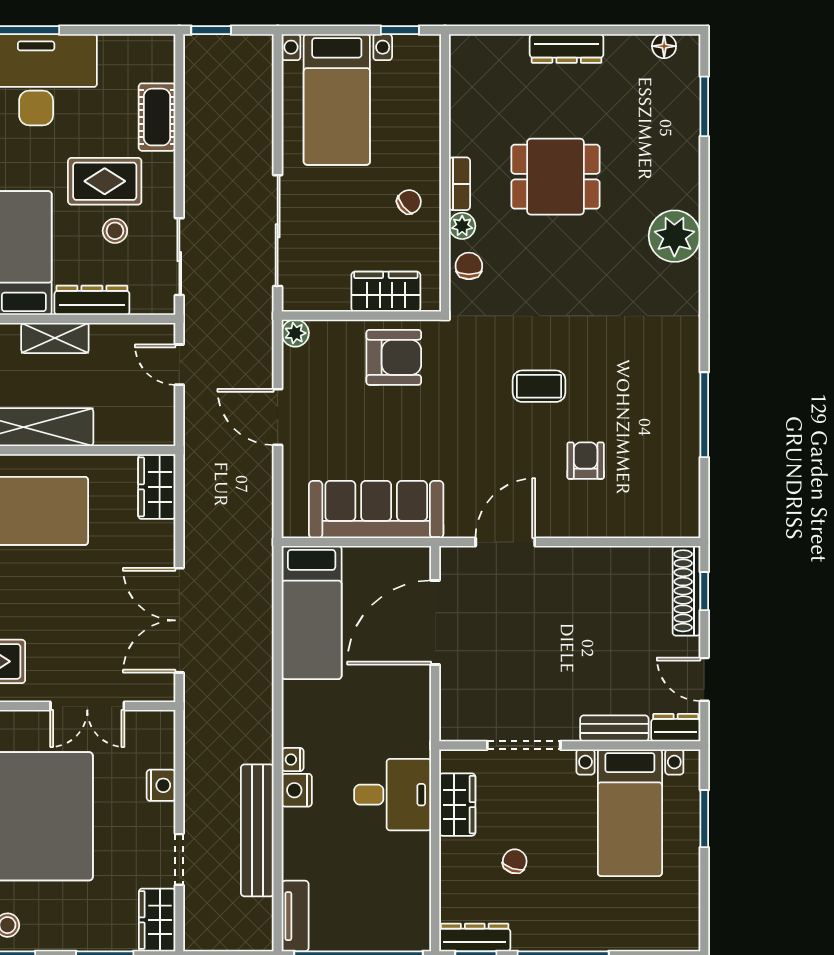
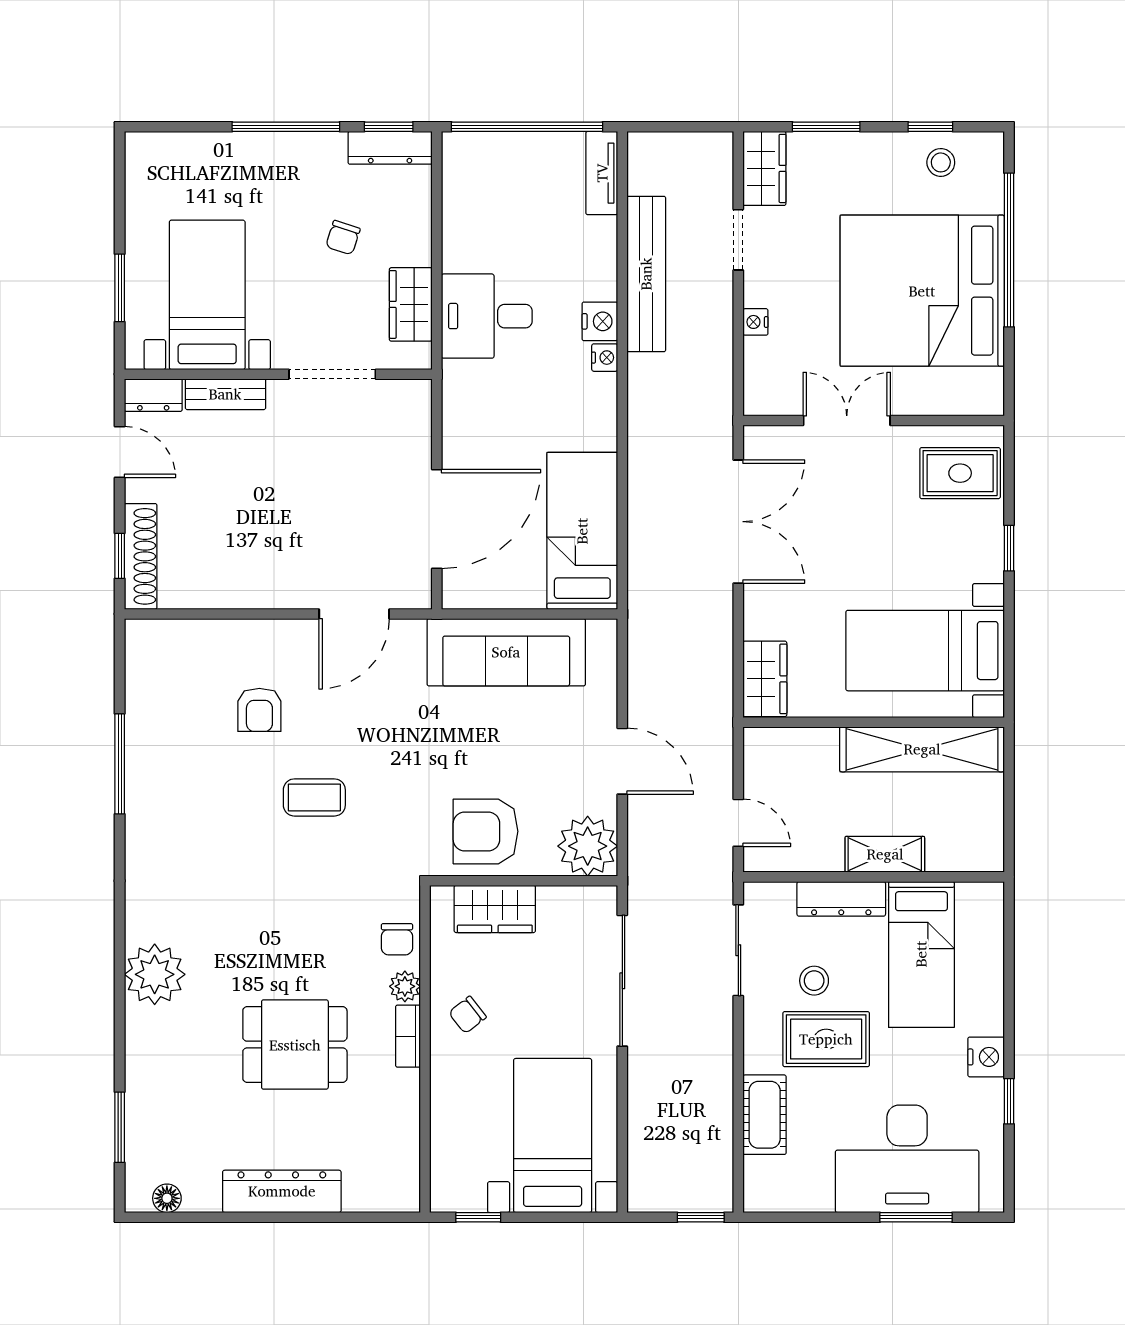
dresser: (567, 48) -> (282, 1191), width x1.37, depth x1.24
plant: (295, 333) -> (588, 846), width x1.88, depth x1.88
nightstand: (161, 785) -> (755, 322), width x0.72, depth x0.74

